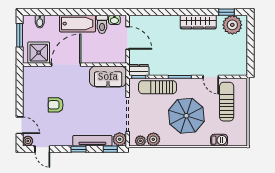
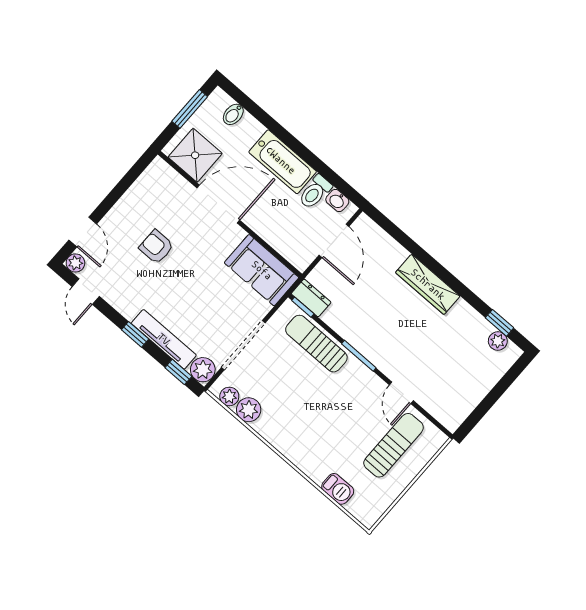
wardrobe: (198, 22) -> (428, 284), moved
plant: (232, 25) -> (498, 341), width x0.53, depth x0.53
parasol: (186, 116) -> (322, 417), removed

